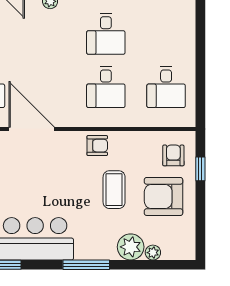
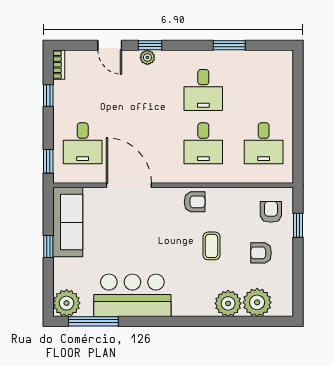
coffee table: (114, 190) -> (212, 246), width x0.73, depth x0.77
armchair: (164, 196) -> (261, 253), width x0.53, depth x0.53
plant: (153, 253) -> (257, 302), width x1.87, depth x1.87
window: (86, 265) -> (184, 321), removed

